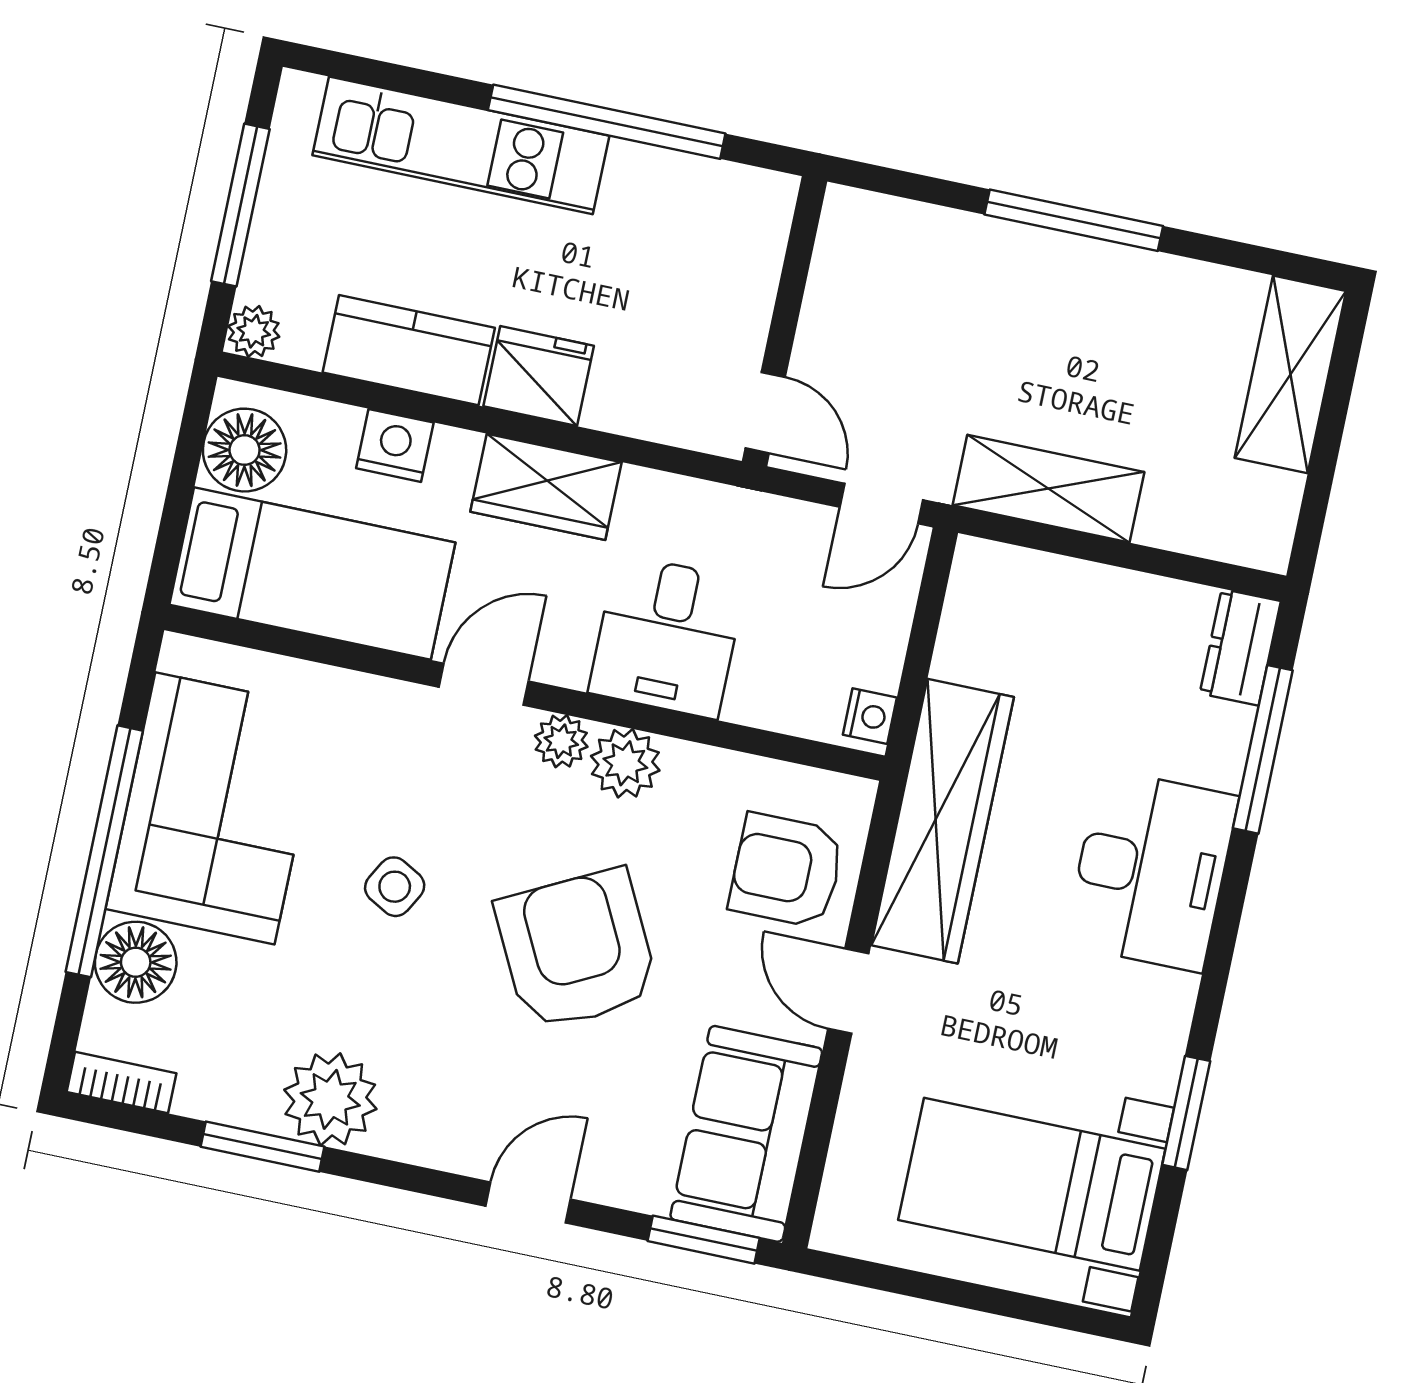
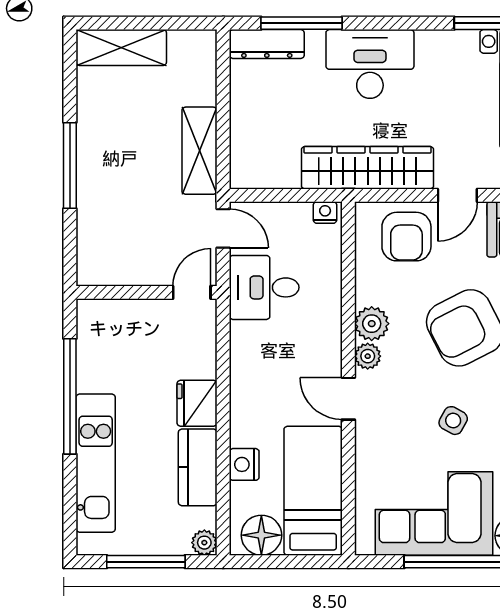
wardrobe: (546, 487) -> (249, 389), removed
desk: (667, 636) -> (264, 287), moved, turned 180
dresser: (1240, 647) -> (267, 44), width x1.44

